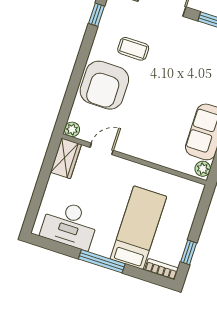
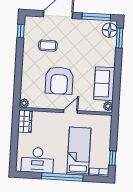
armchair: (104, 85) -> (59, 81), moved
door: (102, 149) -> (70, 112), moved
window: (102, 261) -> (62, 177), width x1.46

